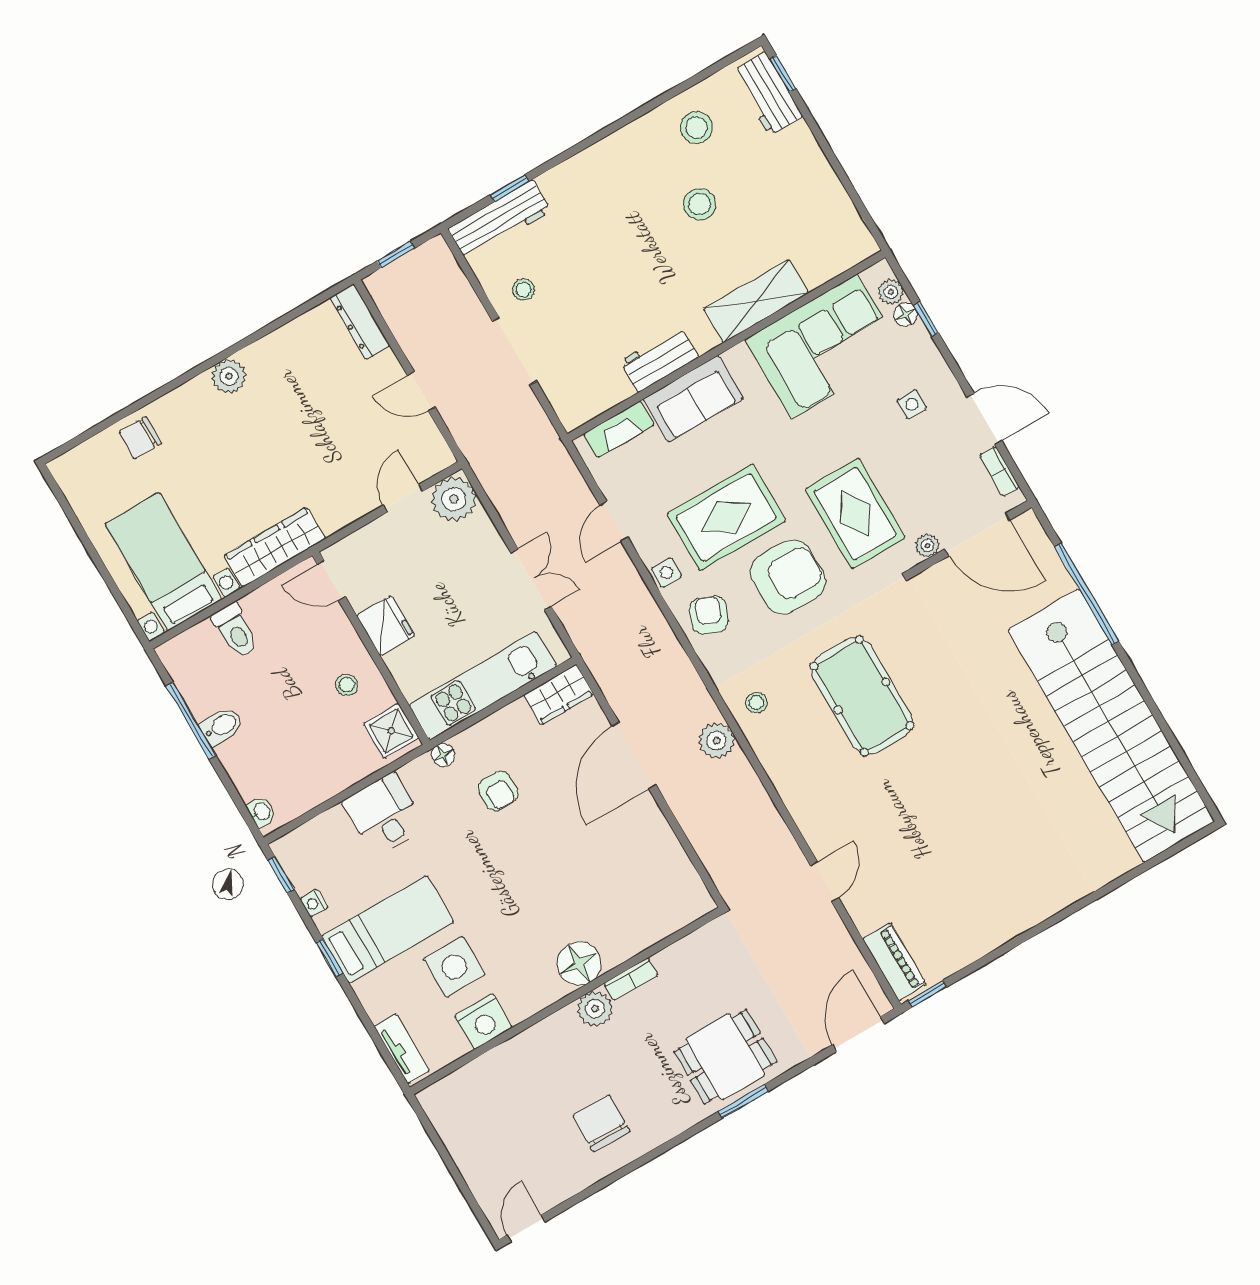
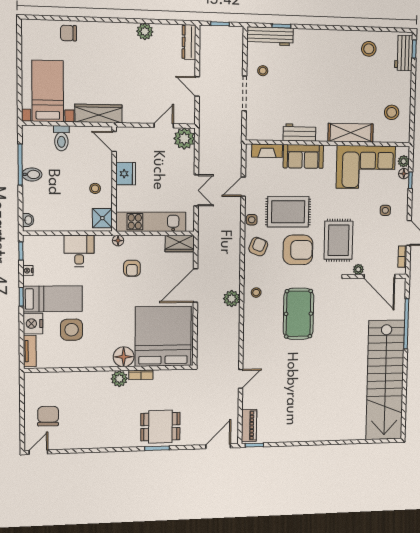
stool: (700, 204) -> (392, 112), moved
plant: (229, 376) -> (145, 31), moved
bed: (630, 884) -> (163, 336), added
nightstand: (483, 1022) -> (33, 324), moved, turned 90
chair: (601, 1123) -> (48, 416), moved

